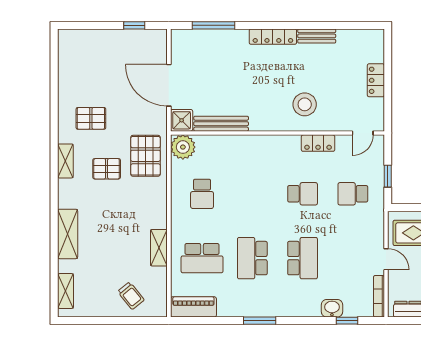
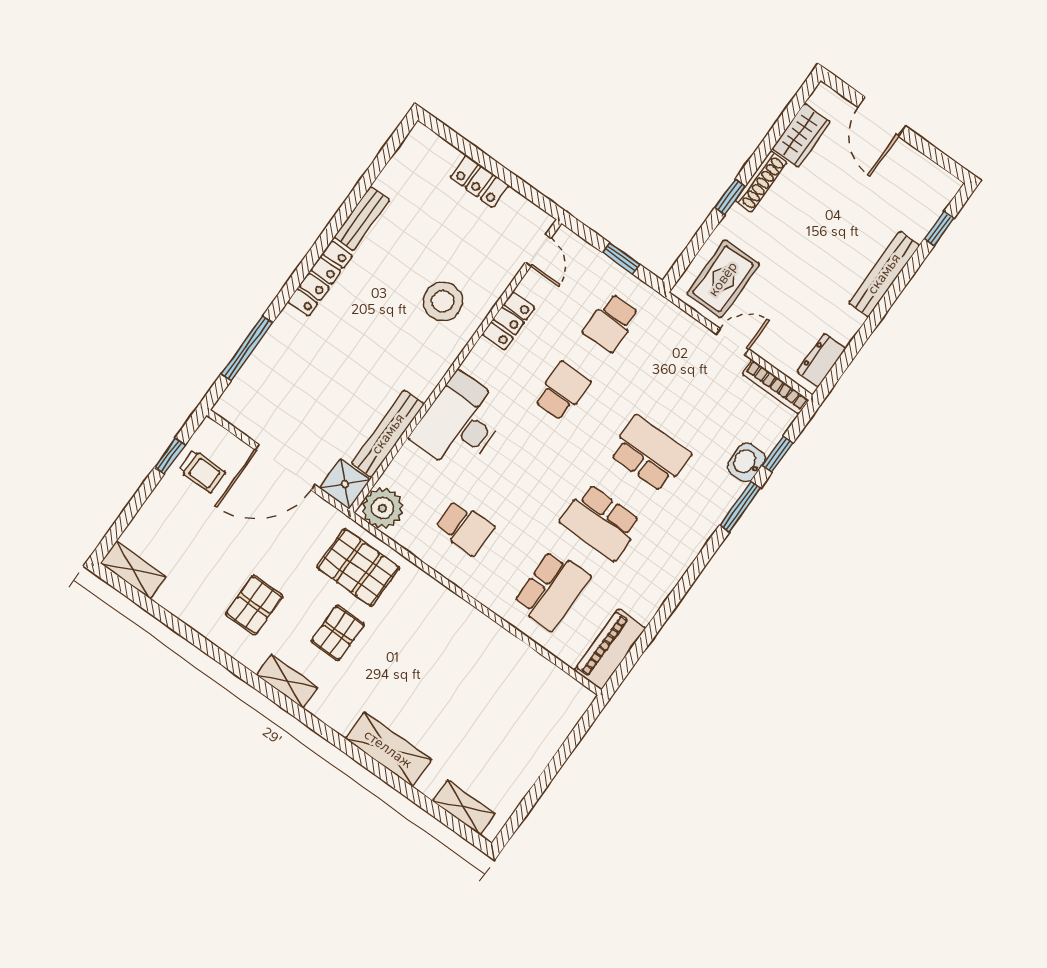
desk: (251, 155) -> (460, 423), added
shelving: (159, 248) -> (133, 570), moved
trolley: (131, 296) -> (202, 471), moved, turned 39
window: (260, 321) -> (740, 506), moved

